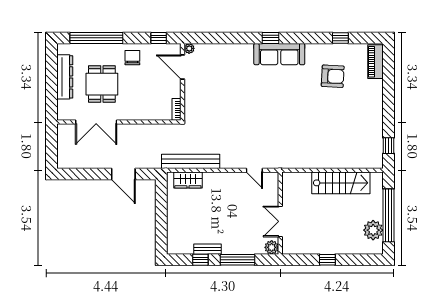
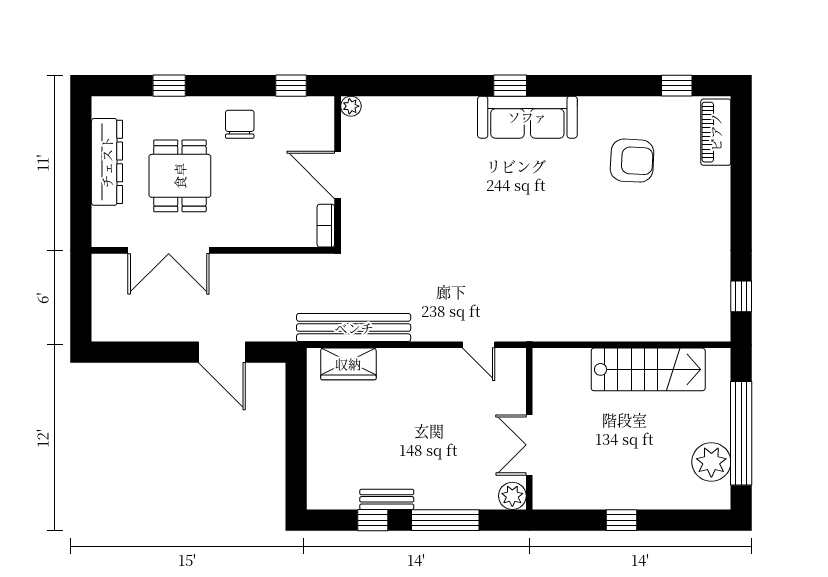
window: (96, 38) -> (169, 86), width x0.32
window: (340, 38) -> (677, 86), moved
door: (182, 67) -> (338, 175), moved

